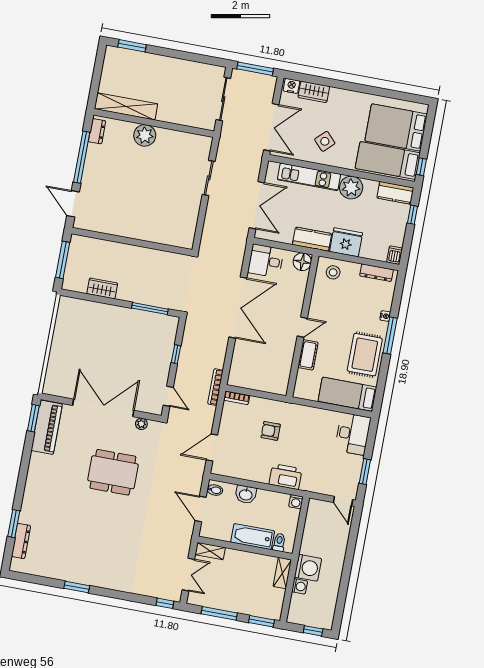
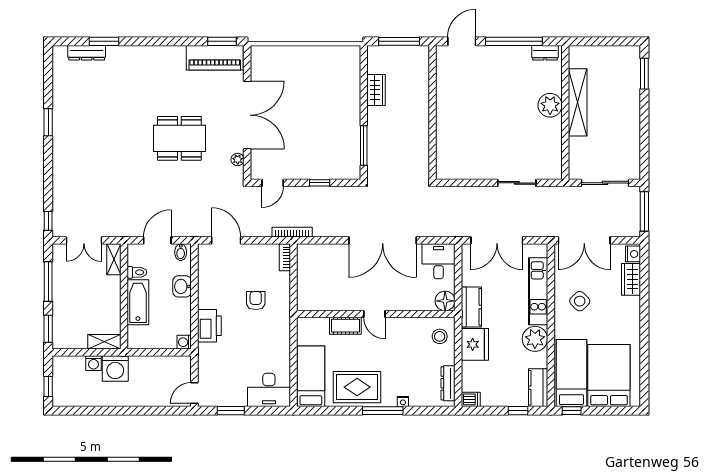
shelving: (126, 106) -> (578, 102), moved
dining table: (113, 472) -> (179, 138), turned 90
toilet: (279, 542) -> (137, 272), moved

